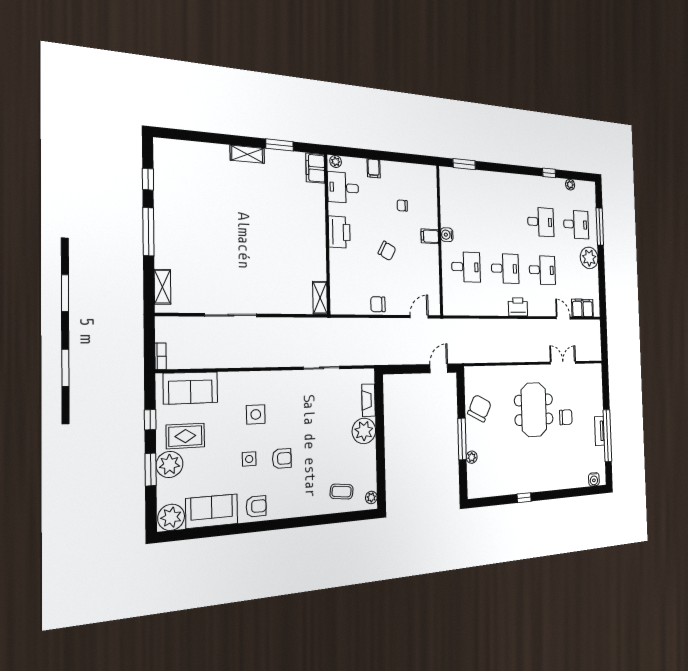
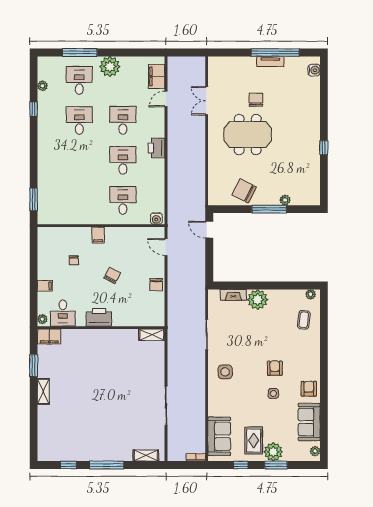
water cooler: (447, 235) -> (156, 219), moved
side table: (256, 414) -> (225, 372), moved
plant: (171, 517) -> (315, 451), width x0.53, depth x0.53

